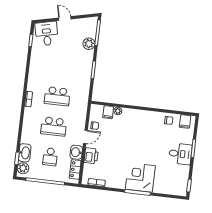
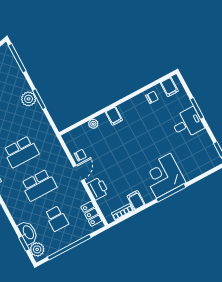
plant: (89, 44) -> (29, 99), moved
filing cabinet: (108, 112) -> (114, 116), moved
washbasin: (76, 152) -> (80, 195), removed
filing cabinet: (111, 181) -> (136, 200), added

